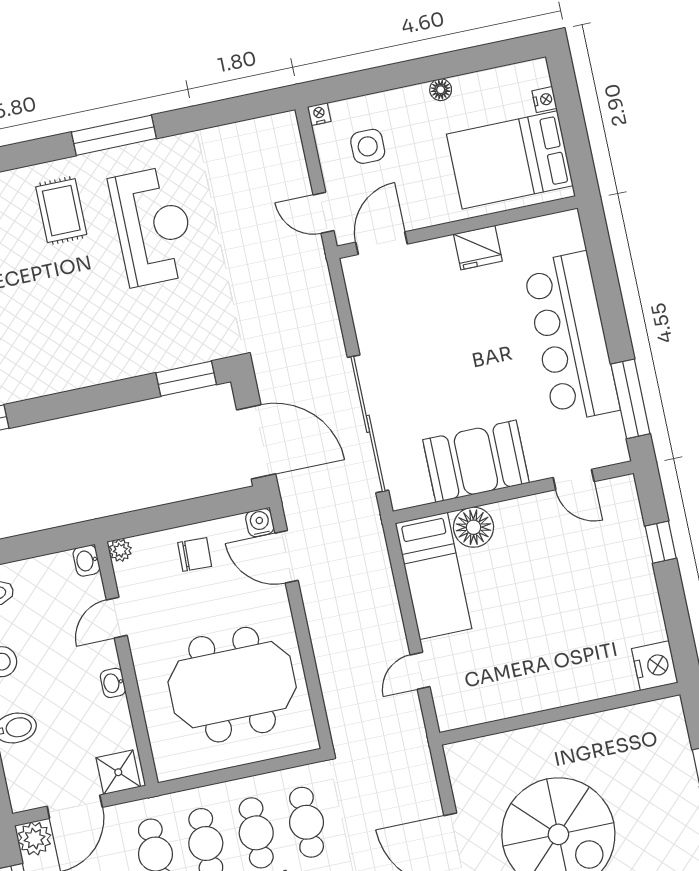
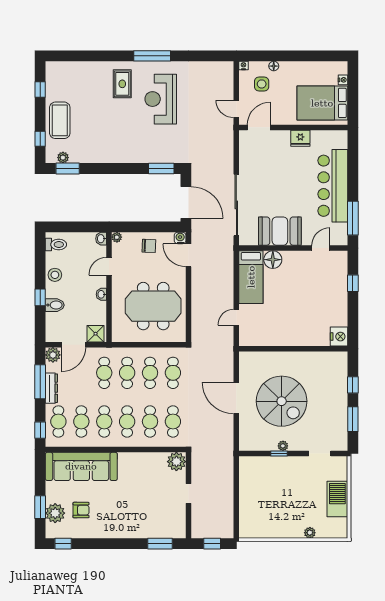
floor lamp: (441, 90) -> (274, 66), moved
reception desk: (153, 226) -> (161, 99), turned 180
door: (574, 480) -> (321, 248), swing flipped

